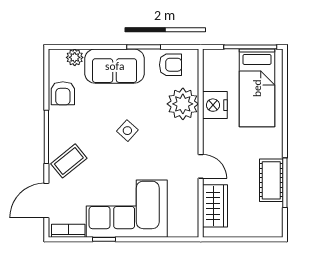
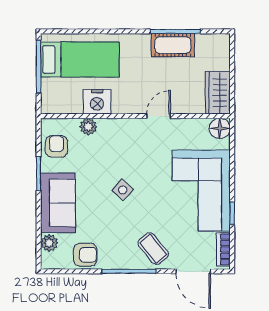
plant: (183, 104) -> (88, 127), width x0.53, depth x0.53
wardrobe: (215, 206) -> (218, 93), moved, turned -90
floor lamp: (188, 227) -> (220, 128), added

